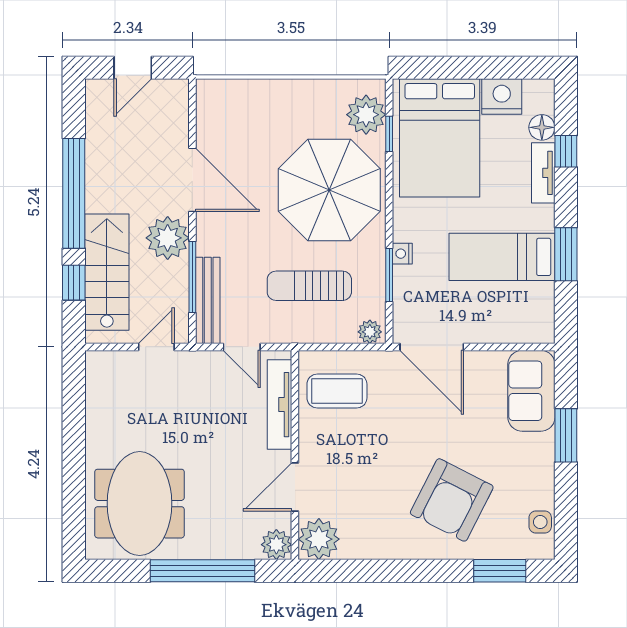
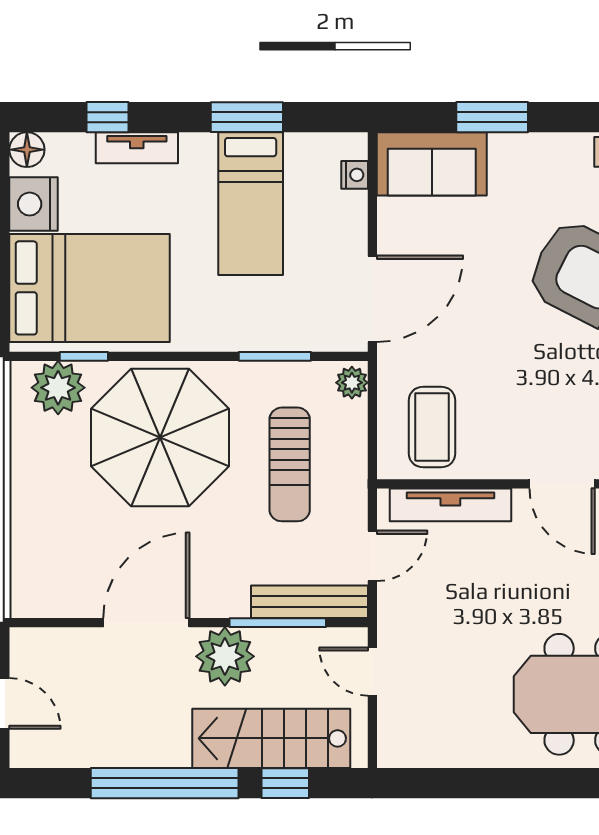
floor lamp: (542, 127) -> (27, 150), moved
nightstand: (402, 254) -> (355, 175), moved, turned -90

